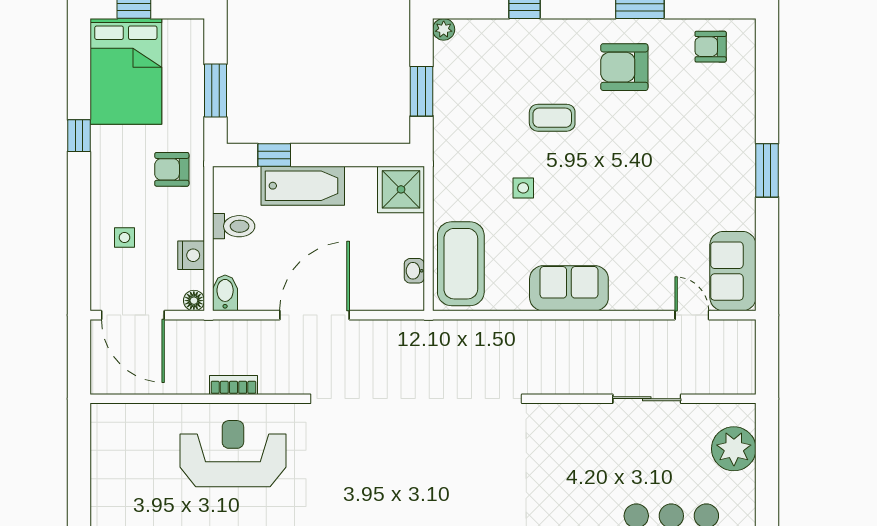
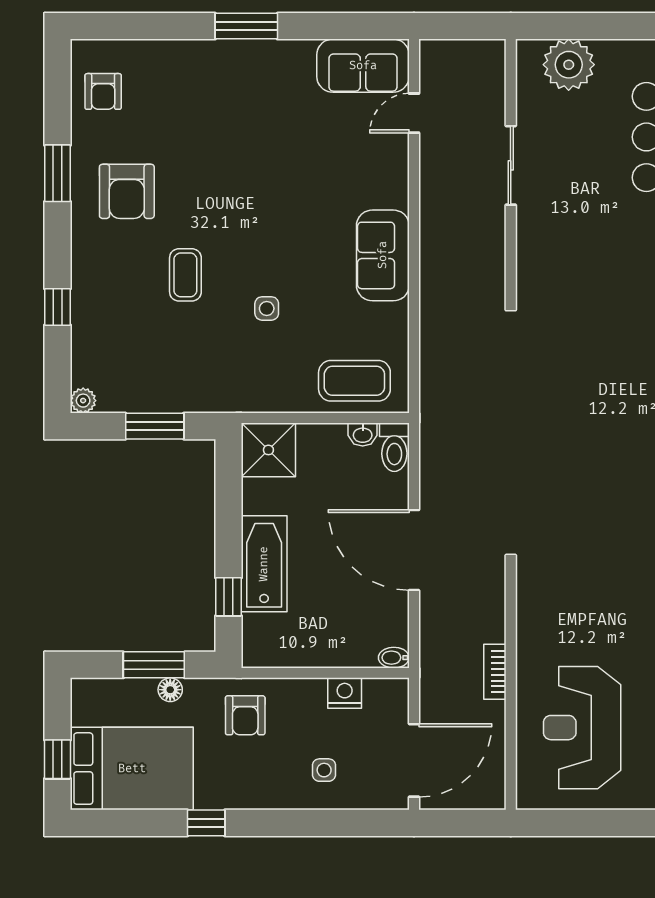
toilet: (234, 226) -> (394, 447), moved, turned 180
coffee table: (461, 264) -> (354, 381), width x0.73, depth x0.76
bidet: (225, 293) -> (394, 658), width x0.72, depth x0.74
floor lamp: (194, 301) -> (170, 690), moved
bookcase: (233, 385) -> (495, 672), moved
reception desk: (233, 454) -> (582, 728), moved

